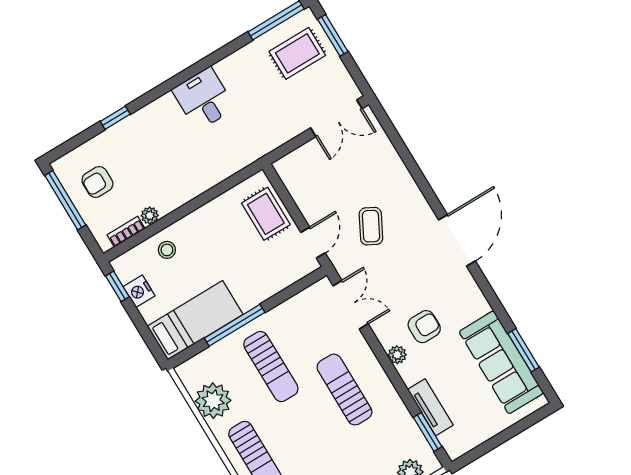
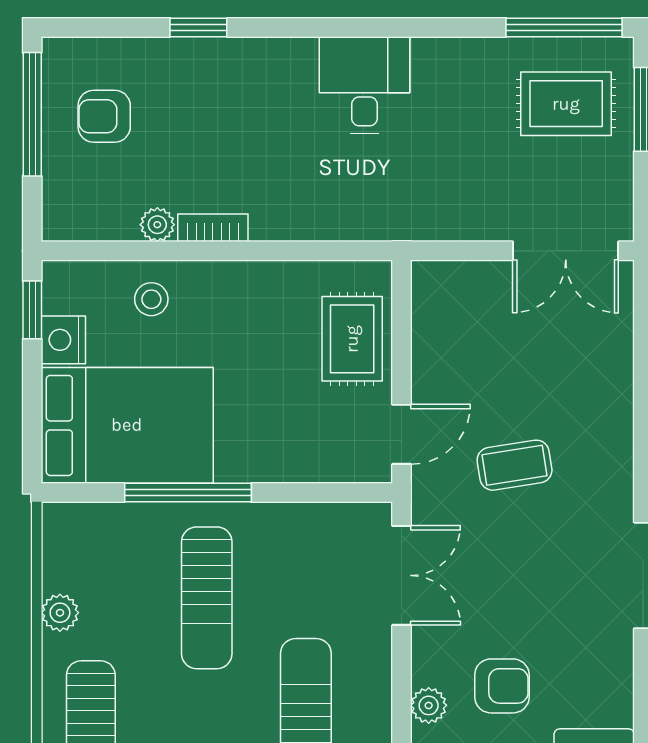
coffee table: (371, 226) -> (515, 465), turned 53
bookcase: (126, 232) -> (213, 228), moved
bed: (195, 320) -> (127, 425), width x1.50
plant: (213, 401) -> (60, 613), width x0.53, depth x0.53

